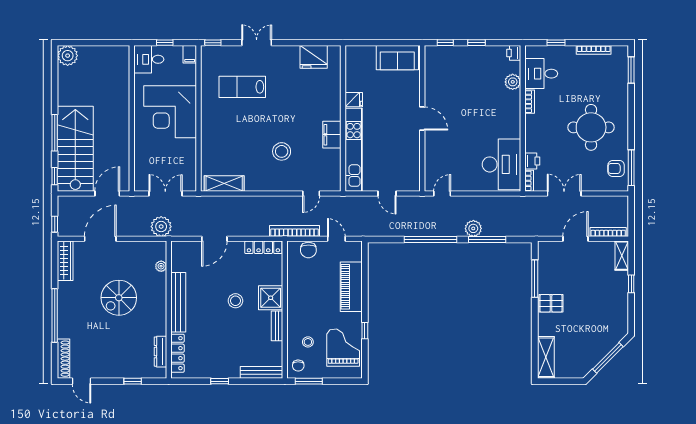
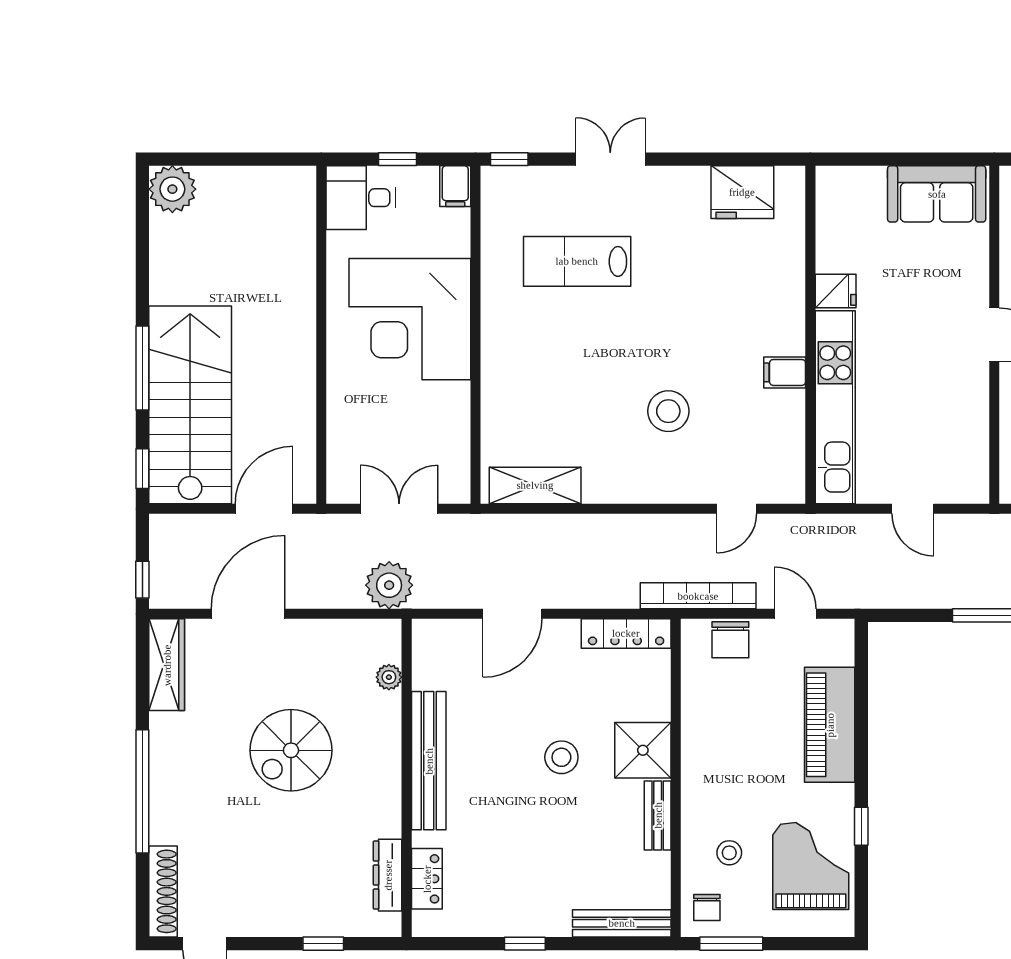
filing cabinet: (332, 135) -> (785, 372), width x0.50
locker: (177, 353) -> (427, 879), width x0.66

